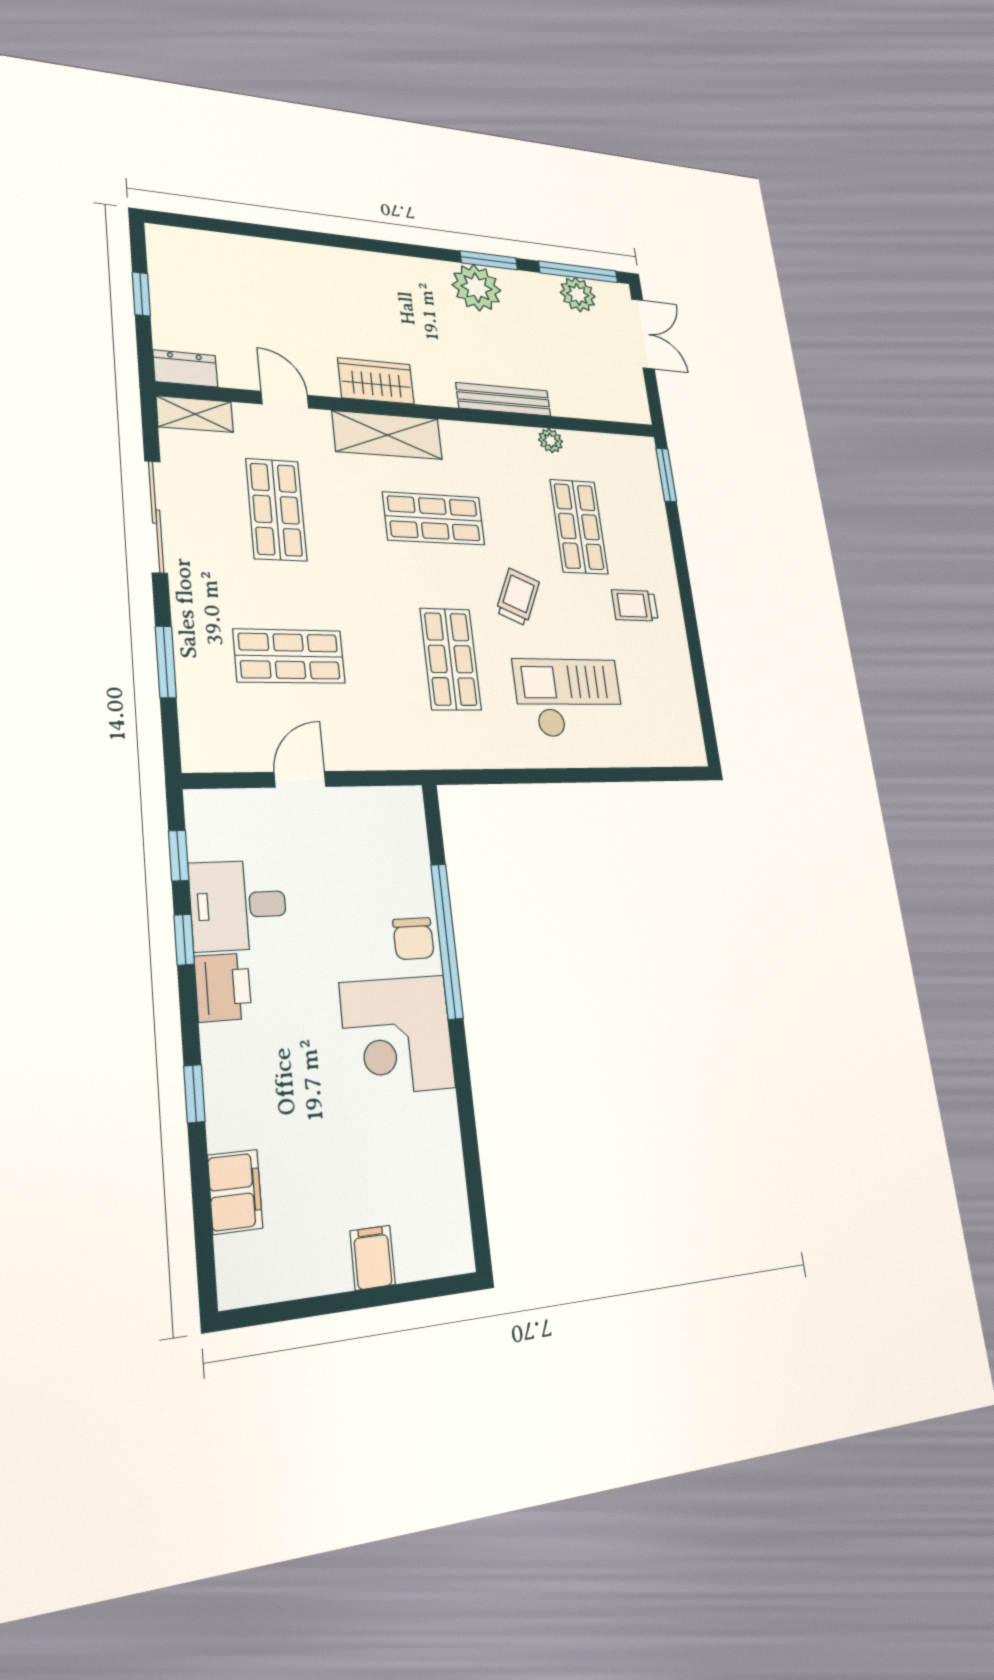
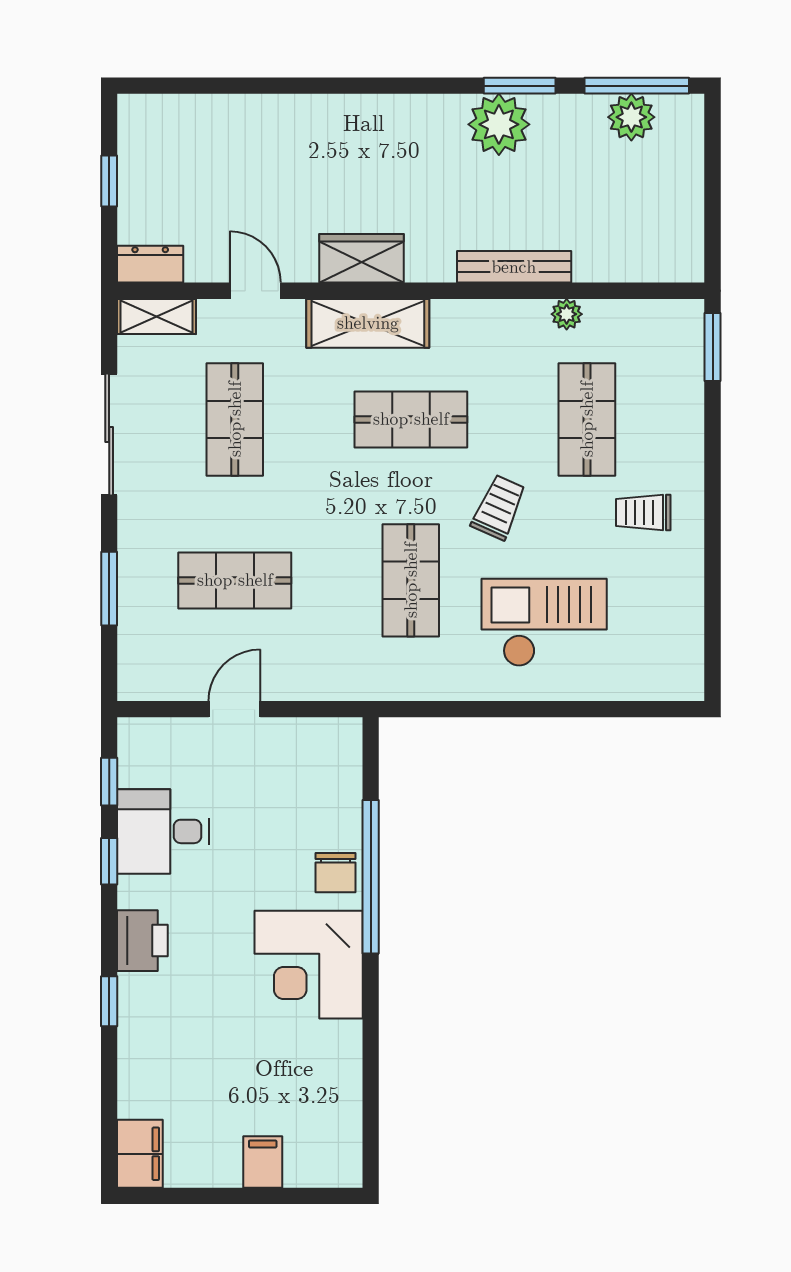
double door: (643, 334) -> (713, 161), removed
printer: (223, 987) -> (142, 941), moved
filing cabinet: (235, 1192) -> (140, 1154), moved

